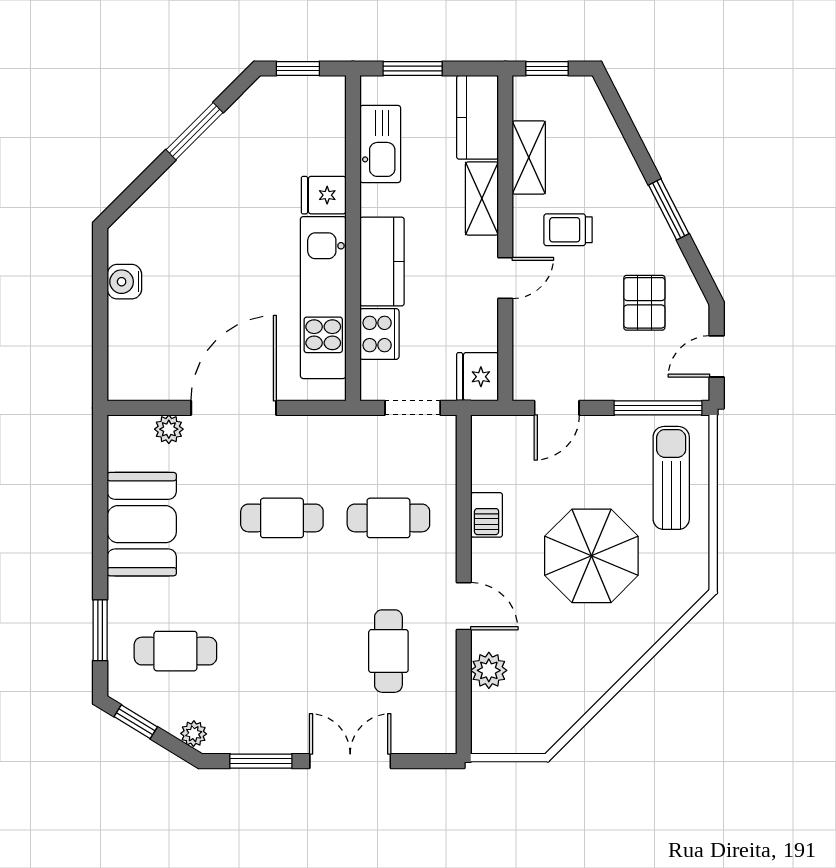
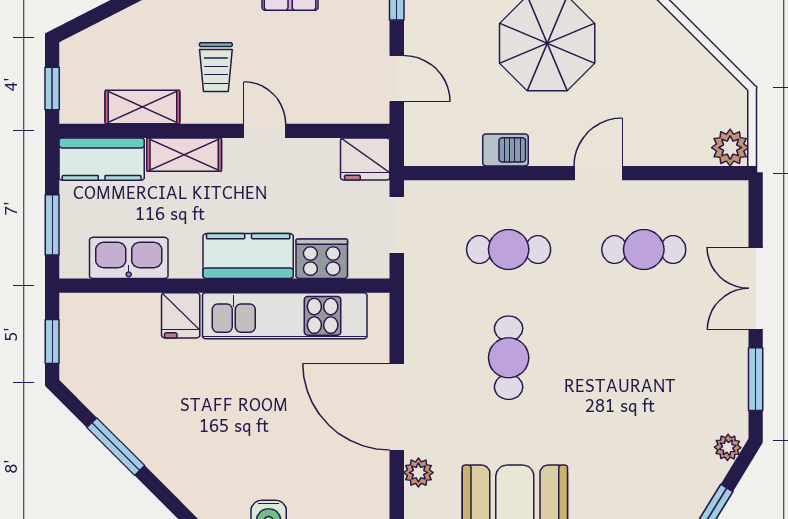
cafe table: (388, 518) -> (509, 250), turned 90
cafe table: (175, 651) -> (644, 466), removed
plant: (489, 670) -> (730, 148), moved

